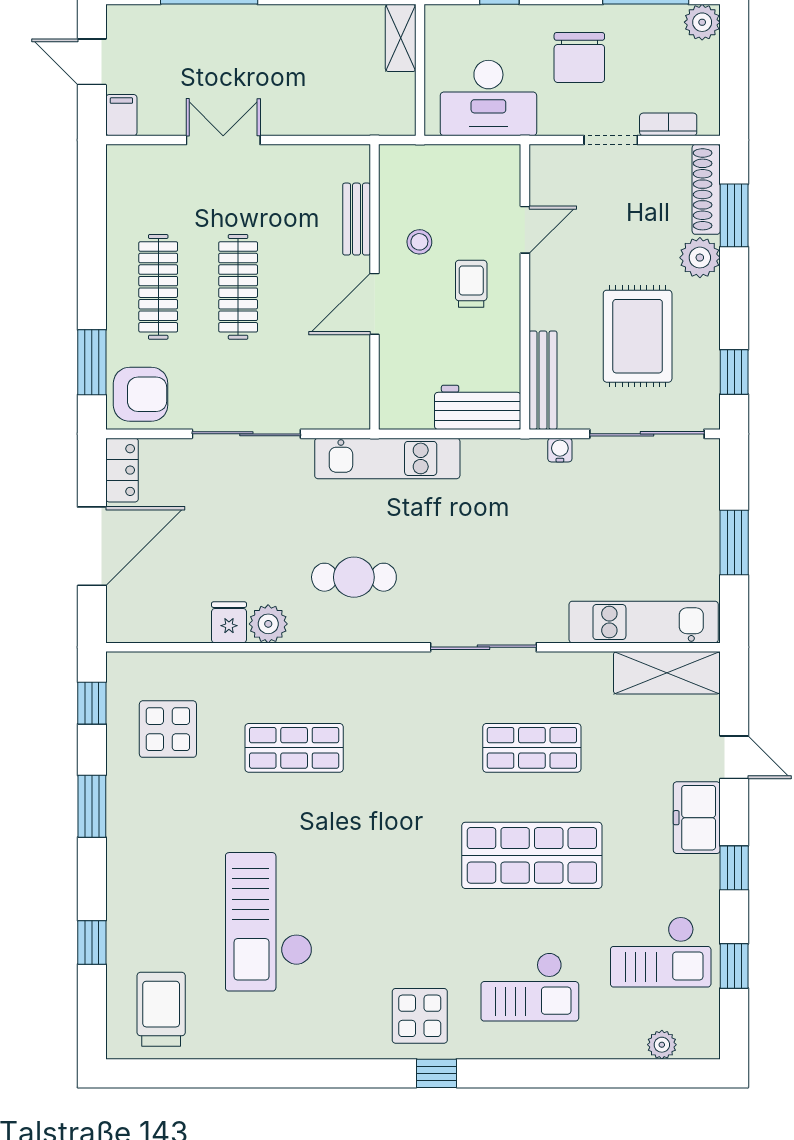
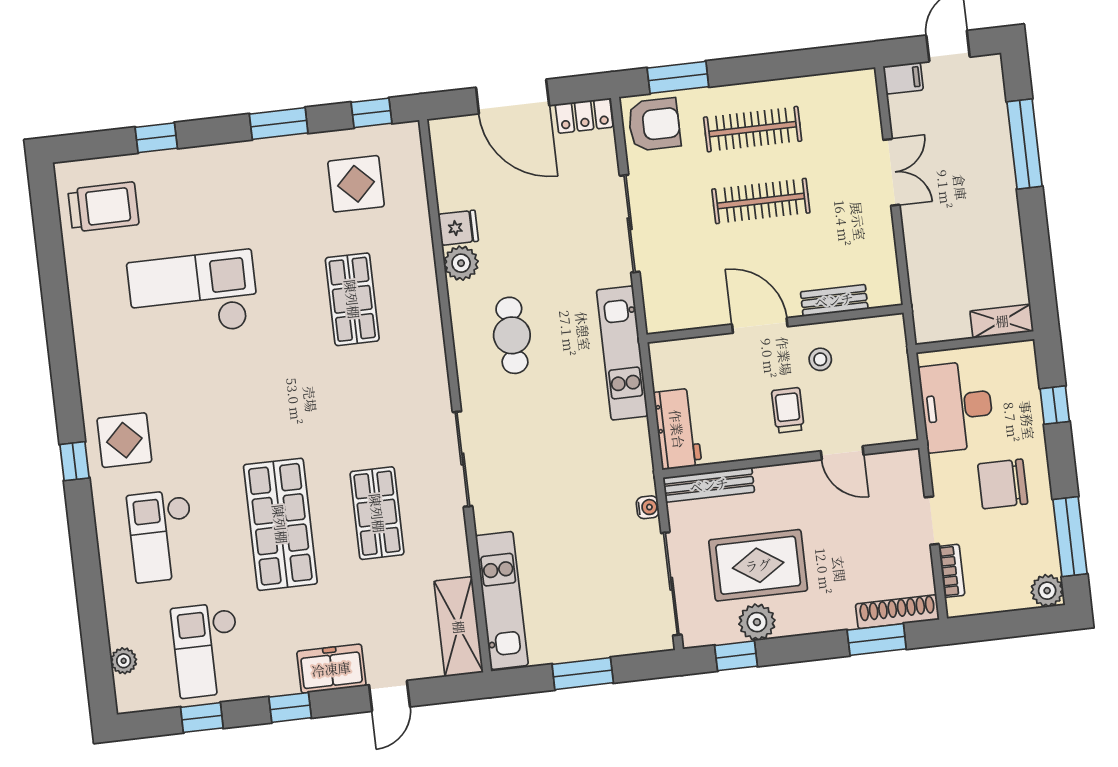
plant: (700, 258) -> (757, 622), moved
trolley: (471, 284) -> (788, 410), turned -90
armchair: (141, 394) -> (654, 124), turned -90

